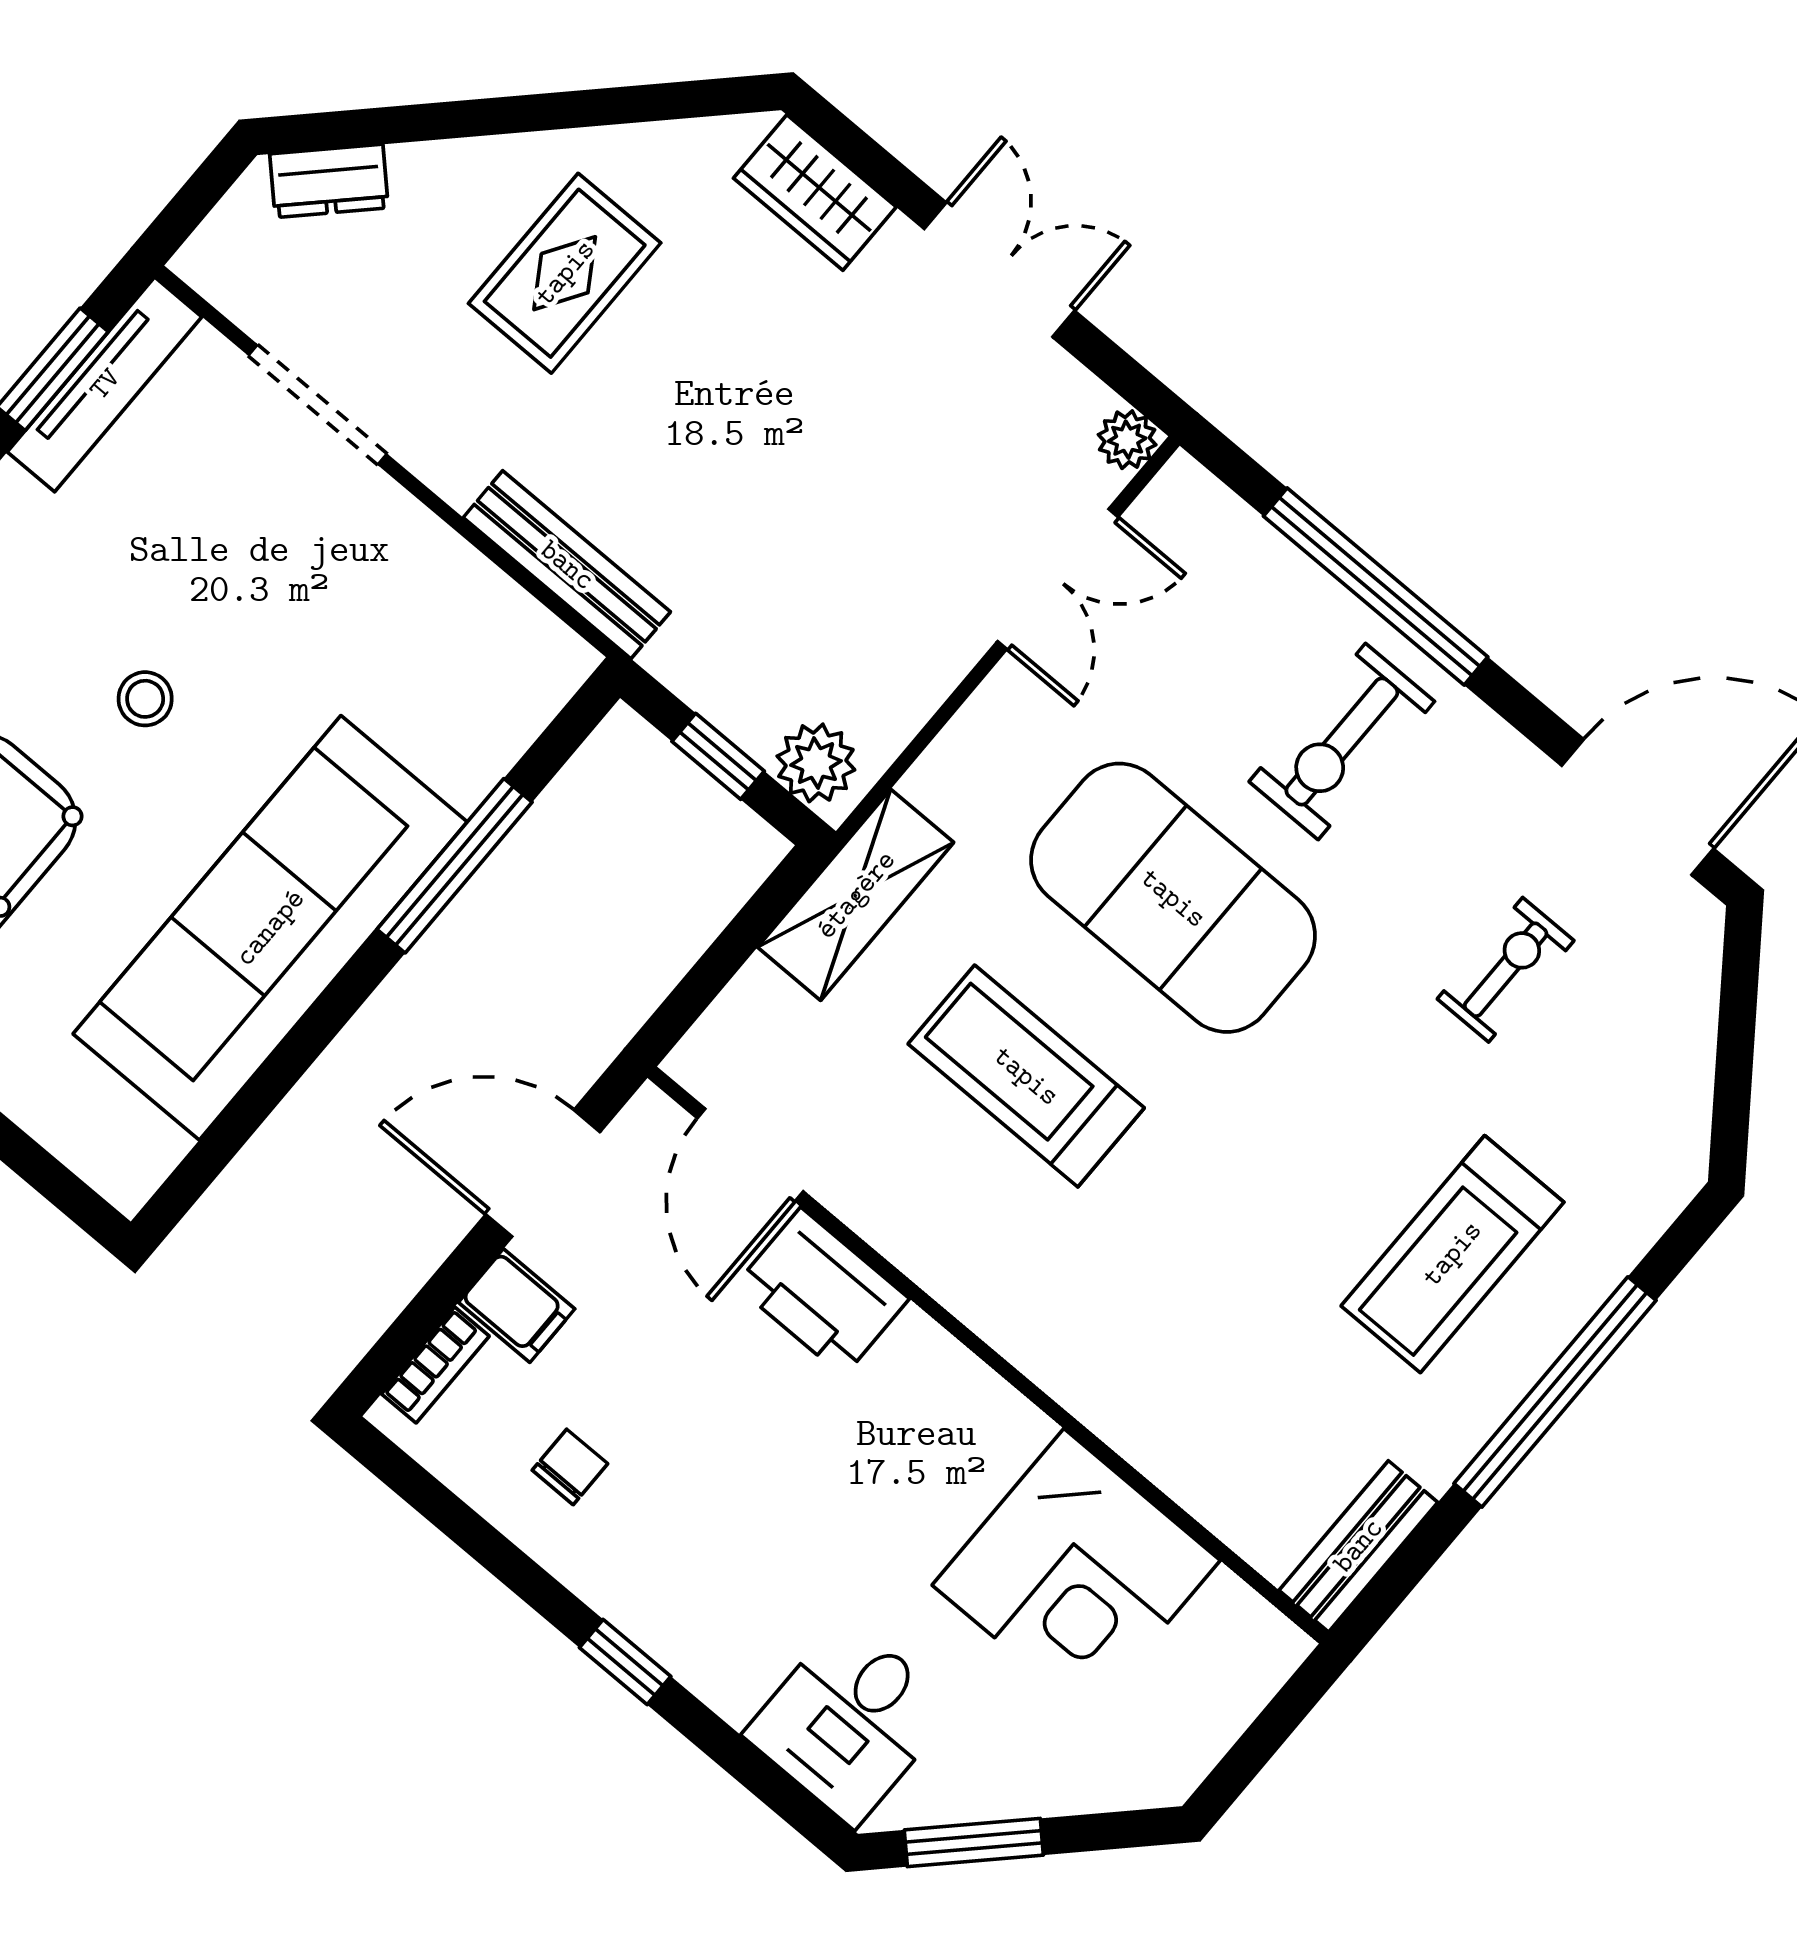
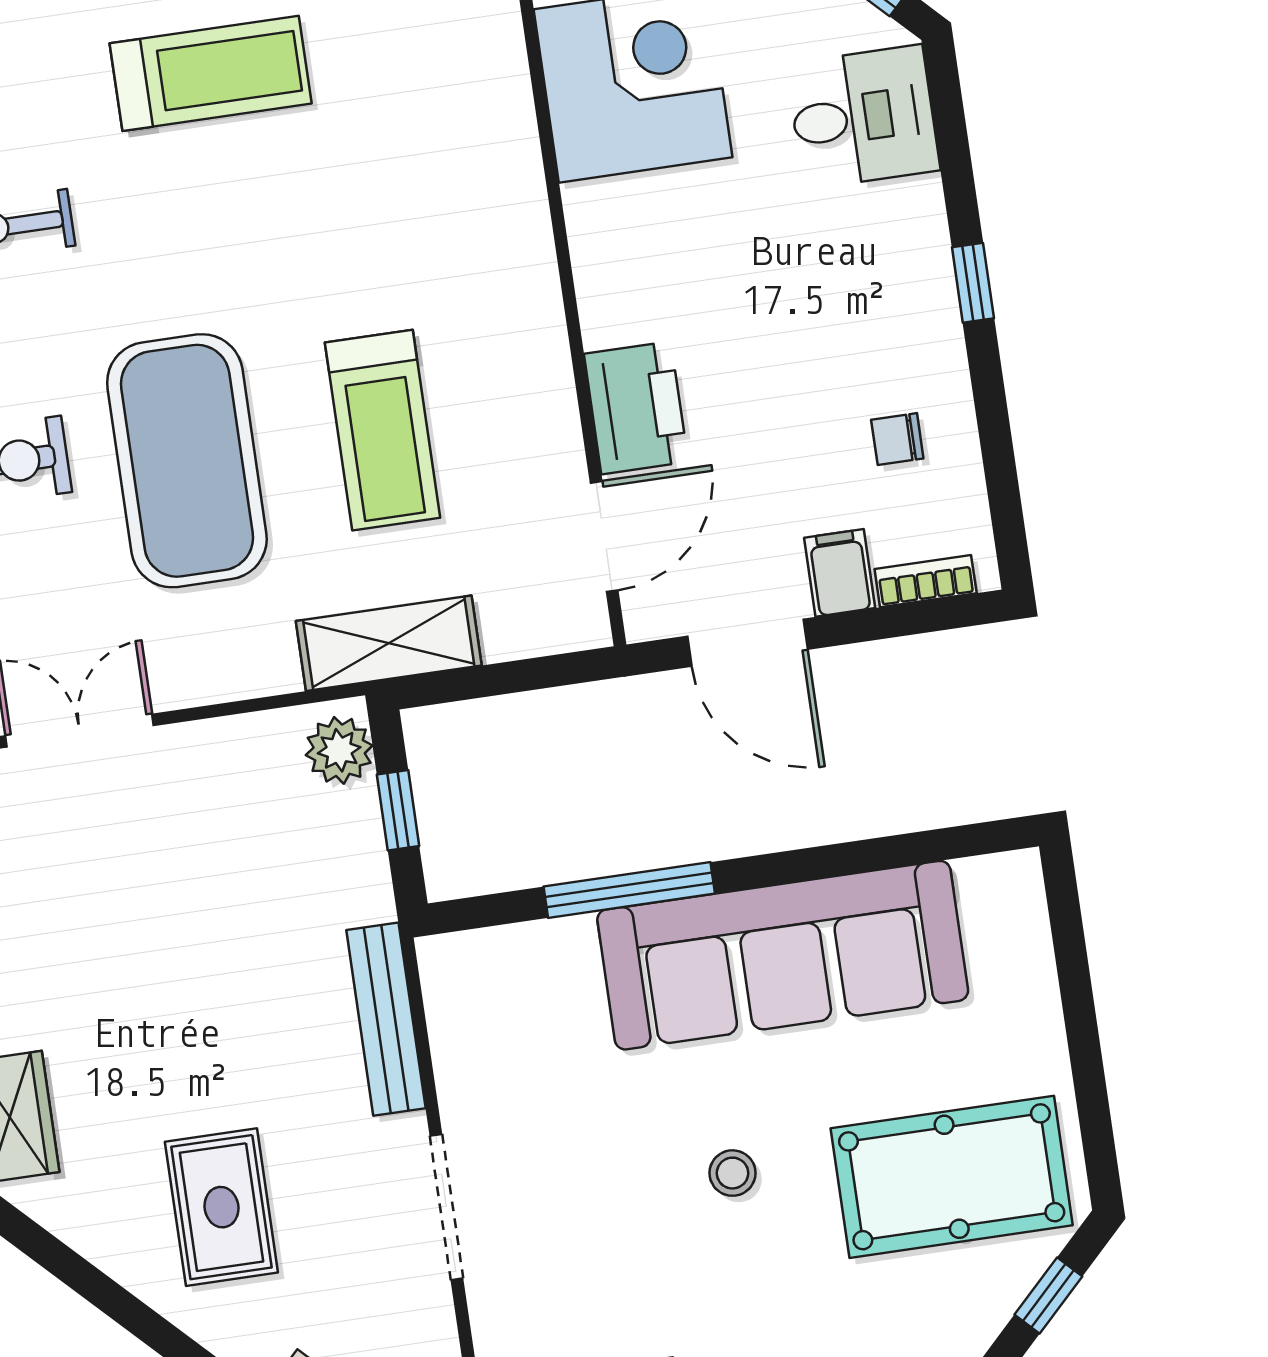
rug: (565, 273) -> (221, 1207), turned 90
doorway: (318, 405) -> (446, 1207), moved

